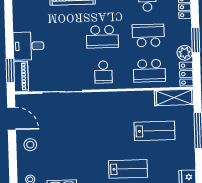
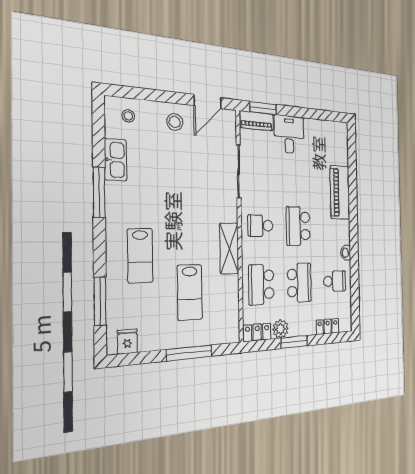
shelving: (174, 97) -> (229, 248), moved

